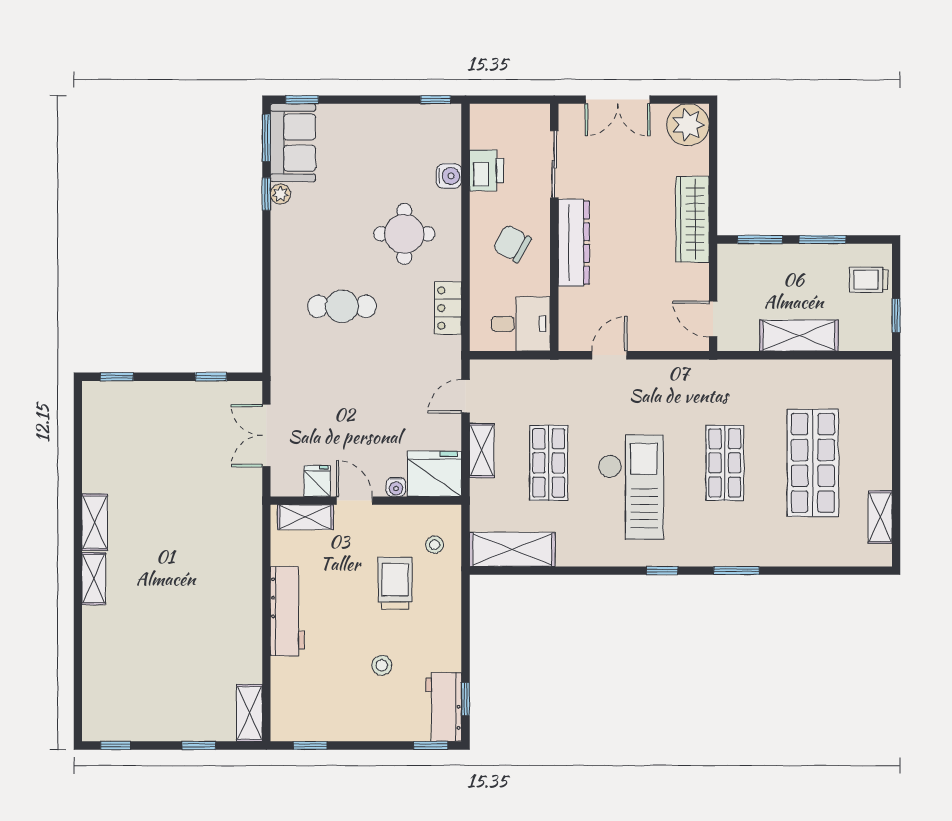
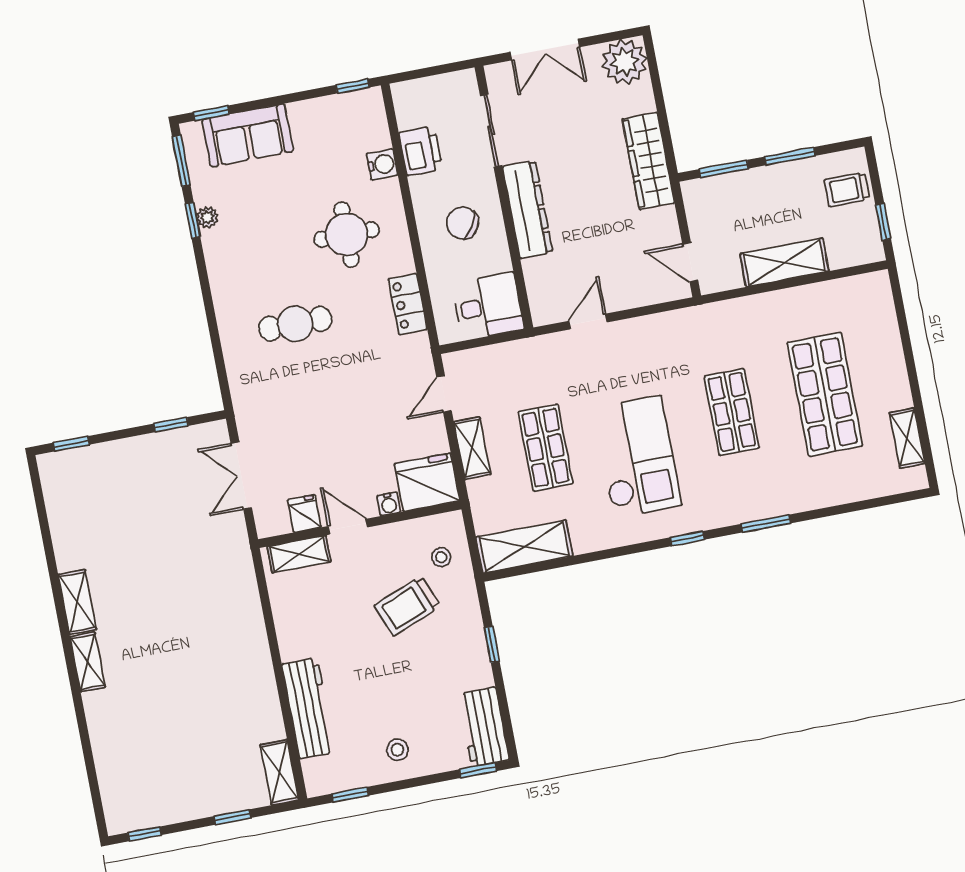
sofa: (293, 143) -> (248, 135), moved, turned 90
trolley: (395, 583) -> (407, 606), turned -112
workbench: (287, 611) -> (309, 708), moved
stool: (382, 665) -> (397, 750), moved
window: (465, 699) -> (492, 644), moved

